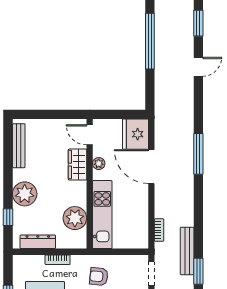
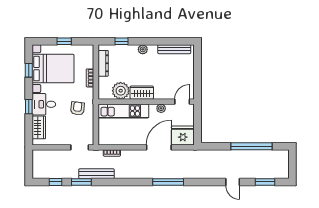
wardrobe: (78, 165) -> (142, 93), moved
plant: (25, 194) -> (143, 49), width x0.53, depth x0.53

